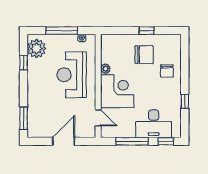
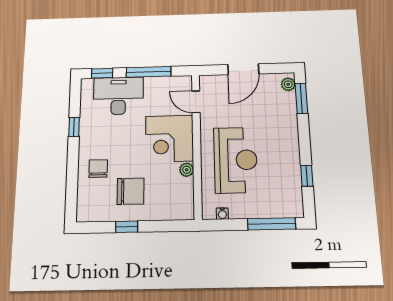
window: (62, 31) -> (272, 224), moved
plant: (37, 48) -> (288, 84), moved, width x0.53, depth x0.53
chair: (144, 55) -> (131, 191), turned 180

